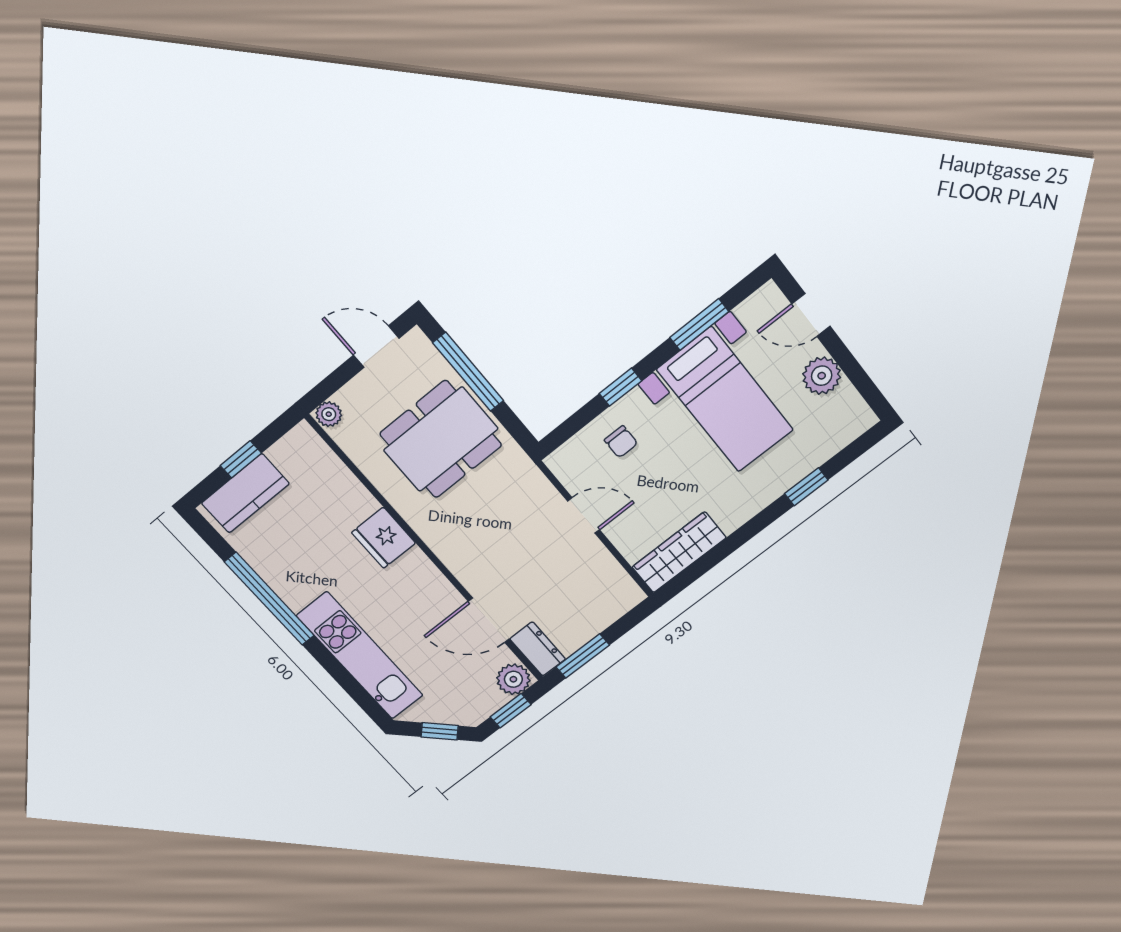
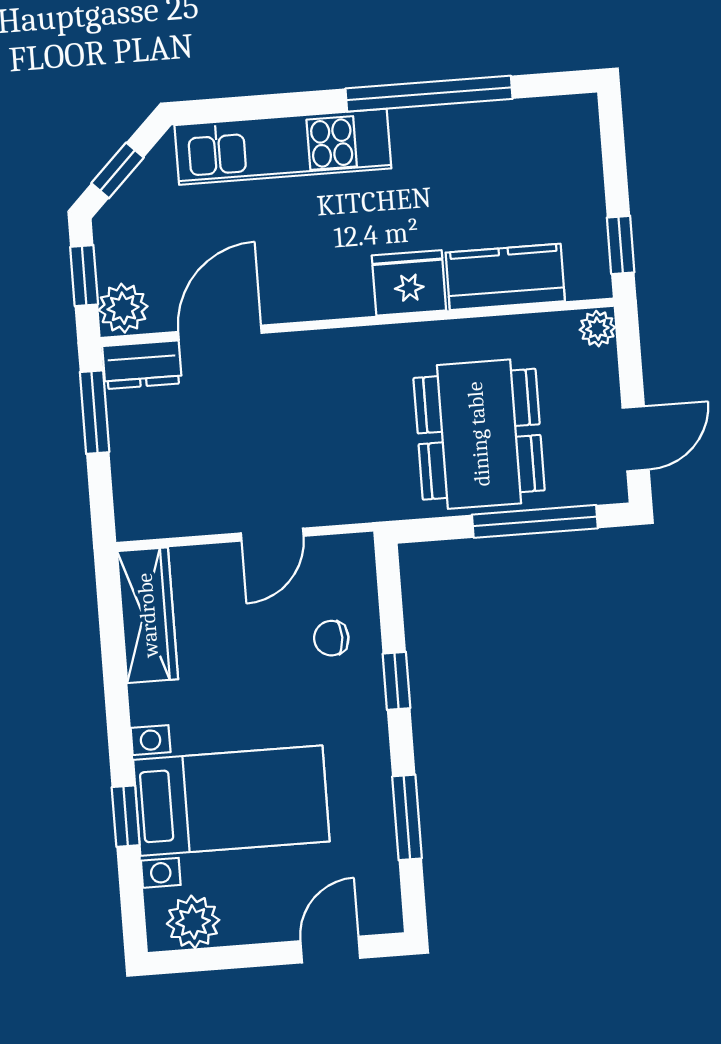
plant: (822, 376) -> (193, 922), moved
bed with nightstands: (725, 400) -> (231, 801), moved, turned 180
window: (241, 459) -> (621, 245), moved
kitchen counter: (245, 493) -> (505, 277), moved, turned 90

